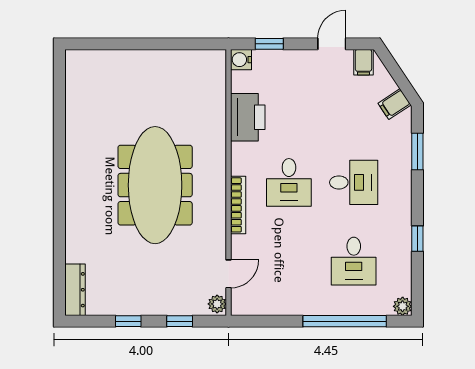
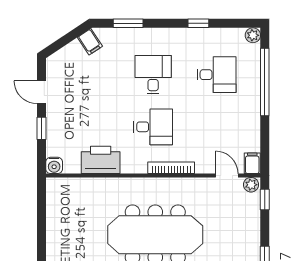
window: (269, 44) -> (41, 128), moved
filing cabinet: (363, 62) -> (252, 163), moved, turned -90
window: (180, 321) -> (265, 200), moved

